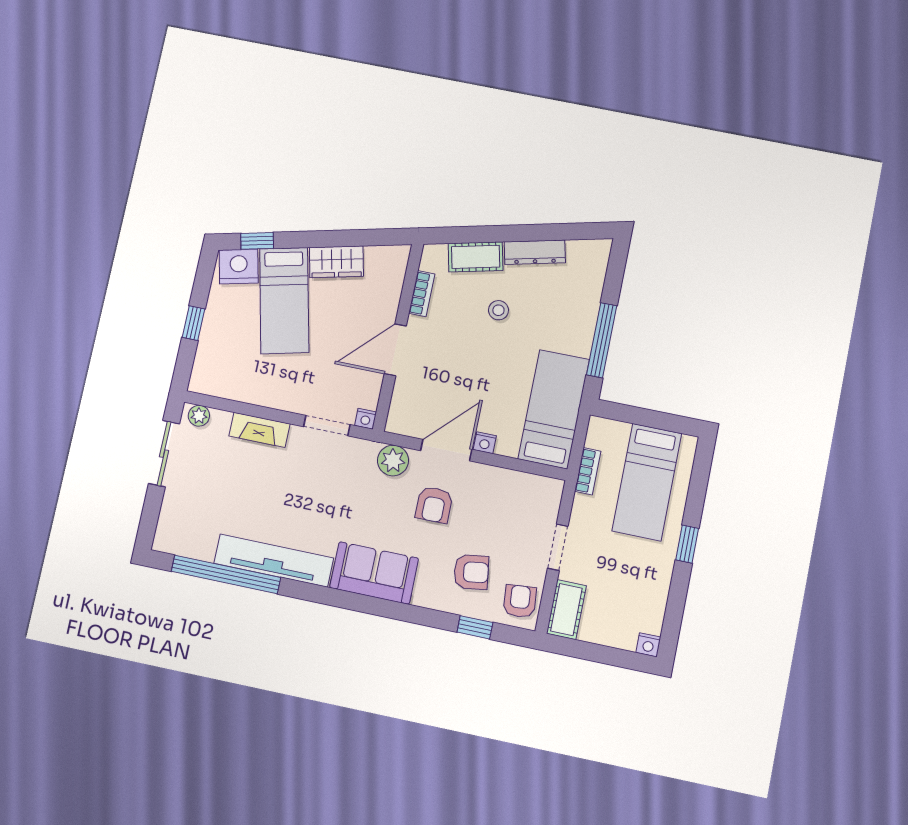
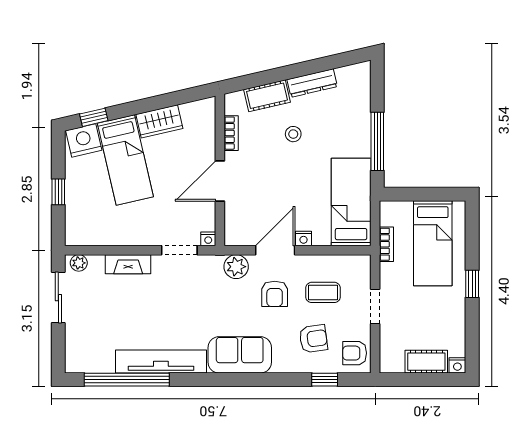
coffee table: (495, 516) -> (323, 292), added
armchair: (520, 601) -> (355, 353), turned -85
cot: (566, 610) -> (426, 362), moved, turned 90

